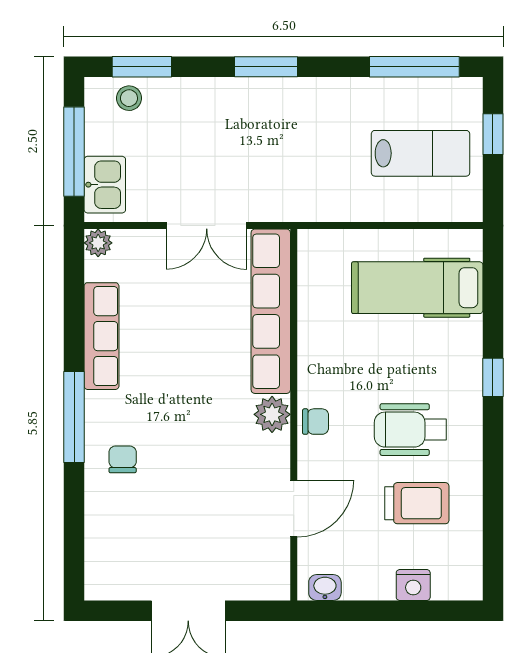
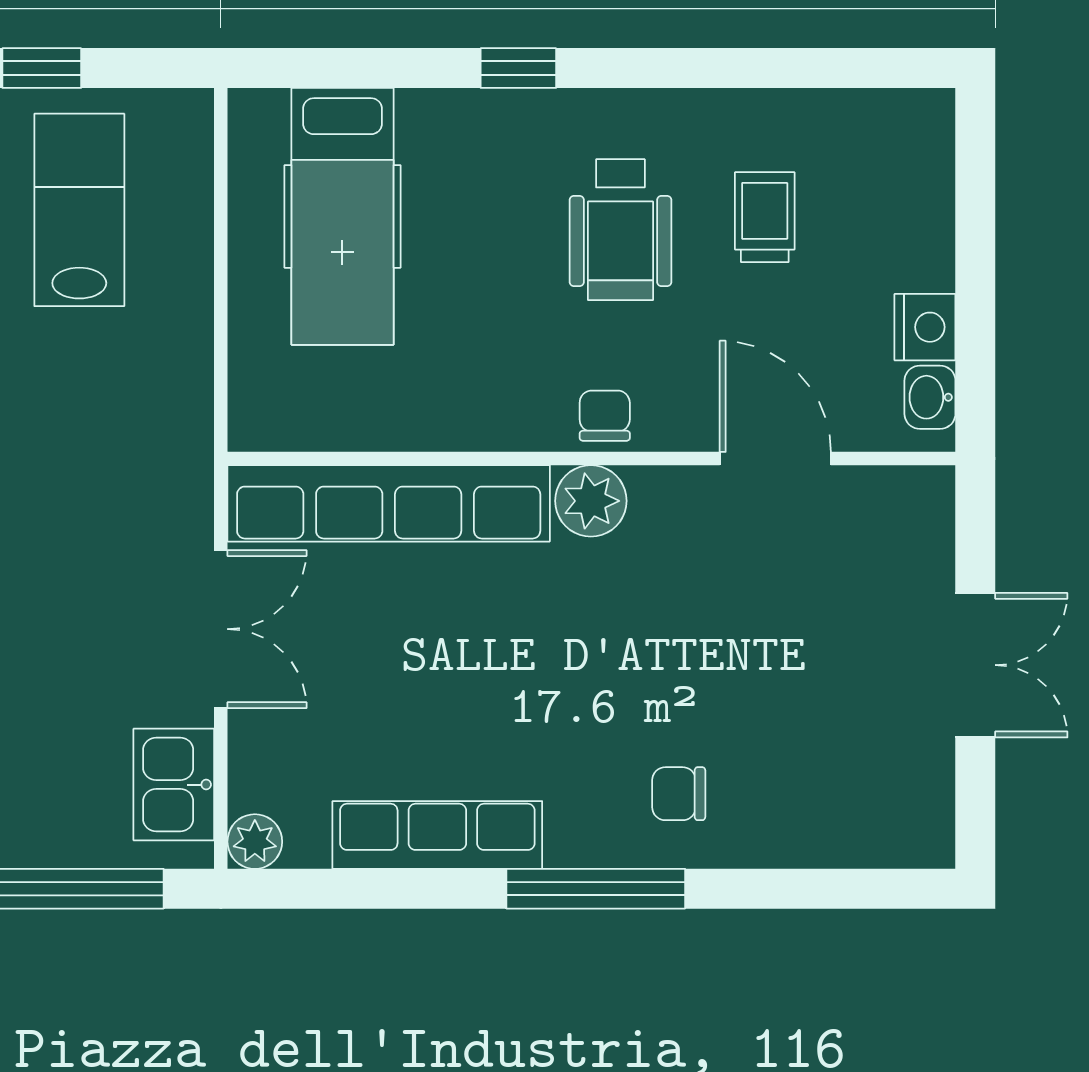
kitchen sink: (105, 185) -> (174, 785), moved, turned -90
trolley: (417, 503) -> (765, 217), width x0.73, depth x0.72
nightstand: (413, 585) -> (925, 327), moved

